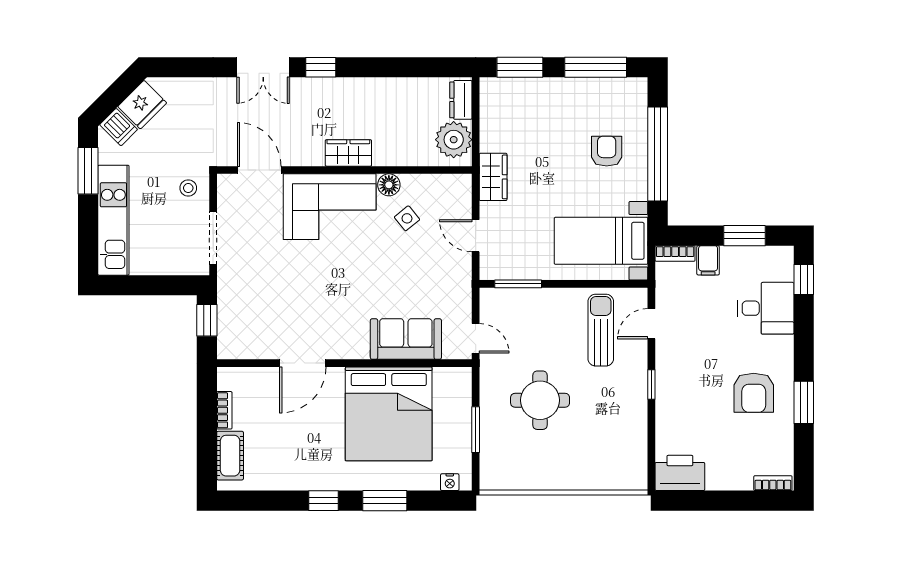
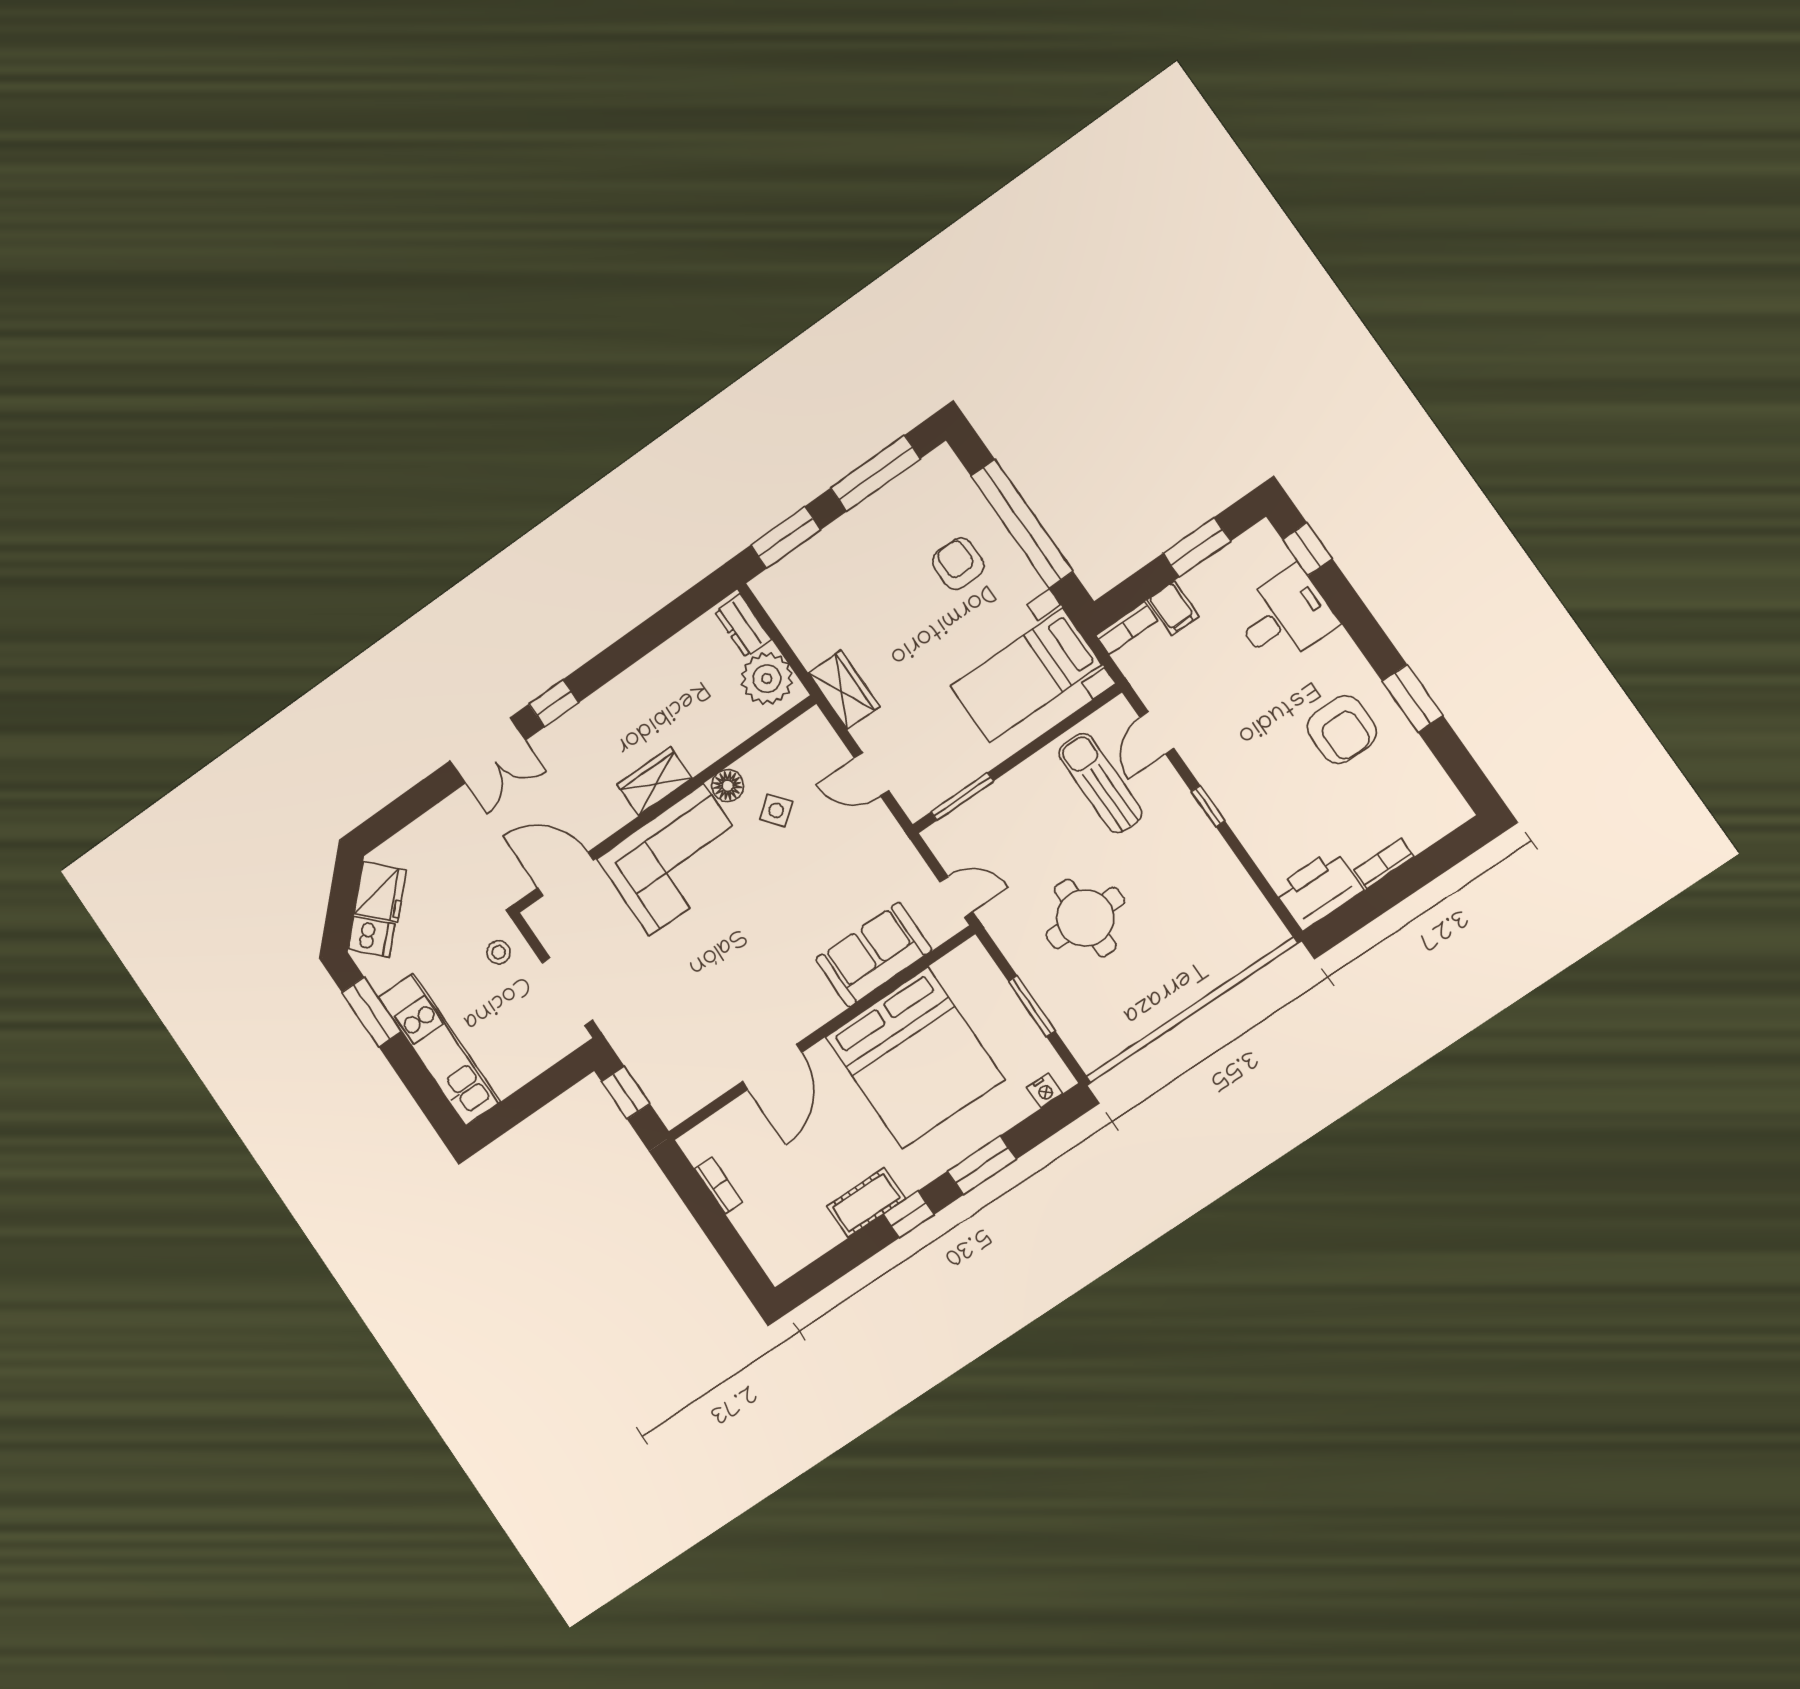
cot: (230, 456) -> (866, 1203), moved, turned 90
bookcase: (773, 483) -> (1384, 864), moved

